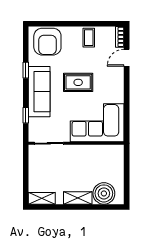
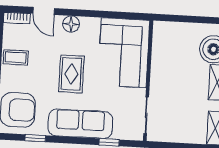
window: (26, 70) -> (35, 138), moved
floor lamp: (117, 80) -> (71, 24), added

